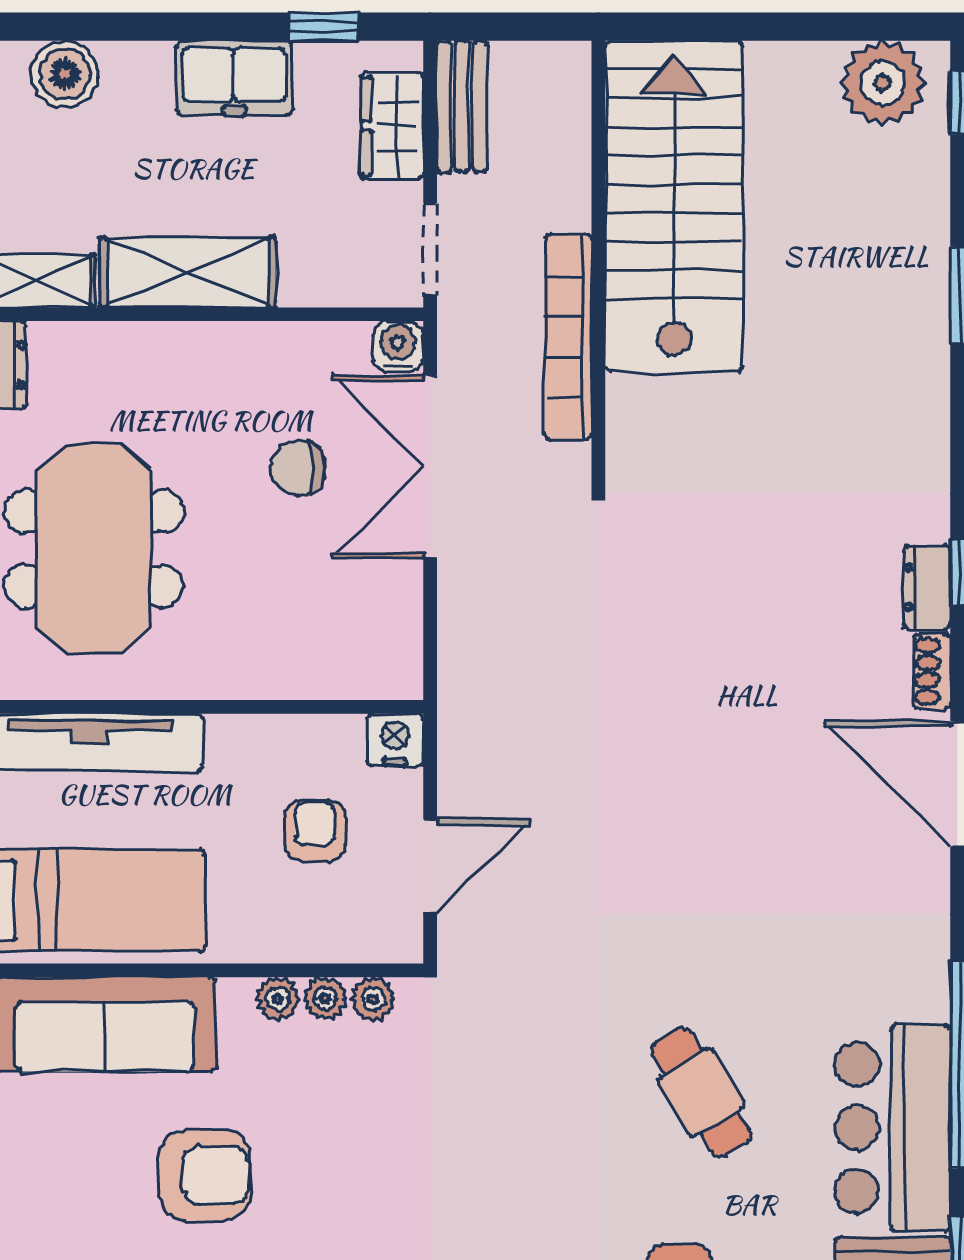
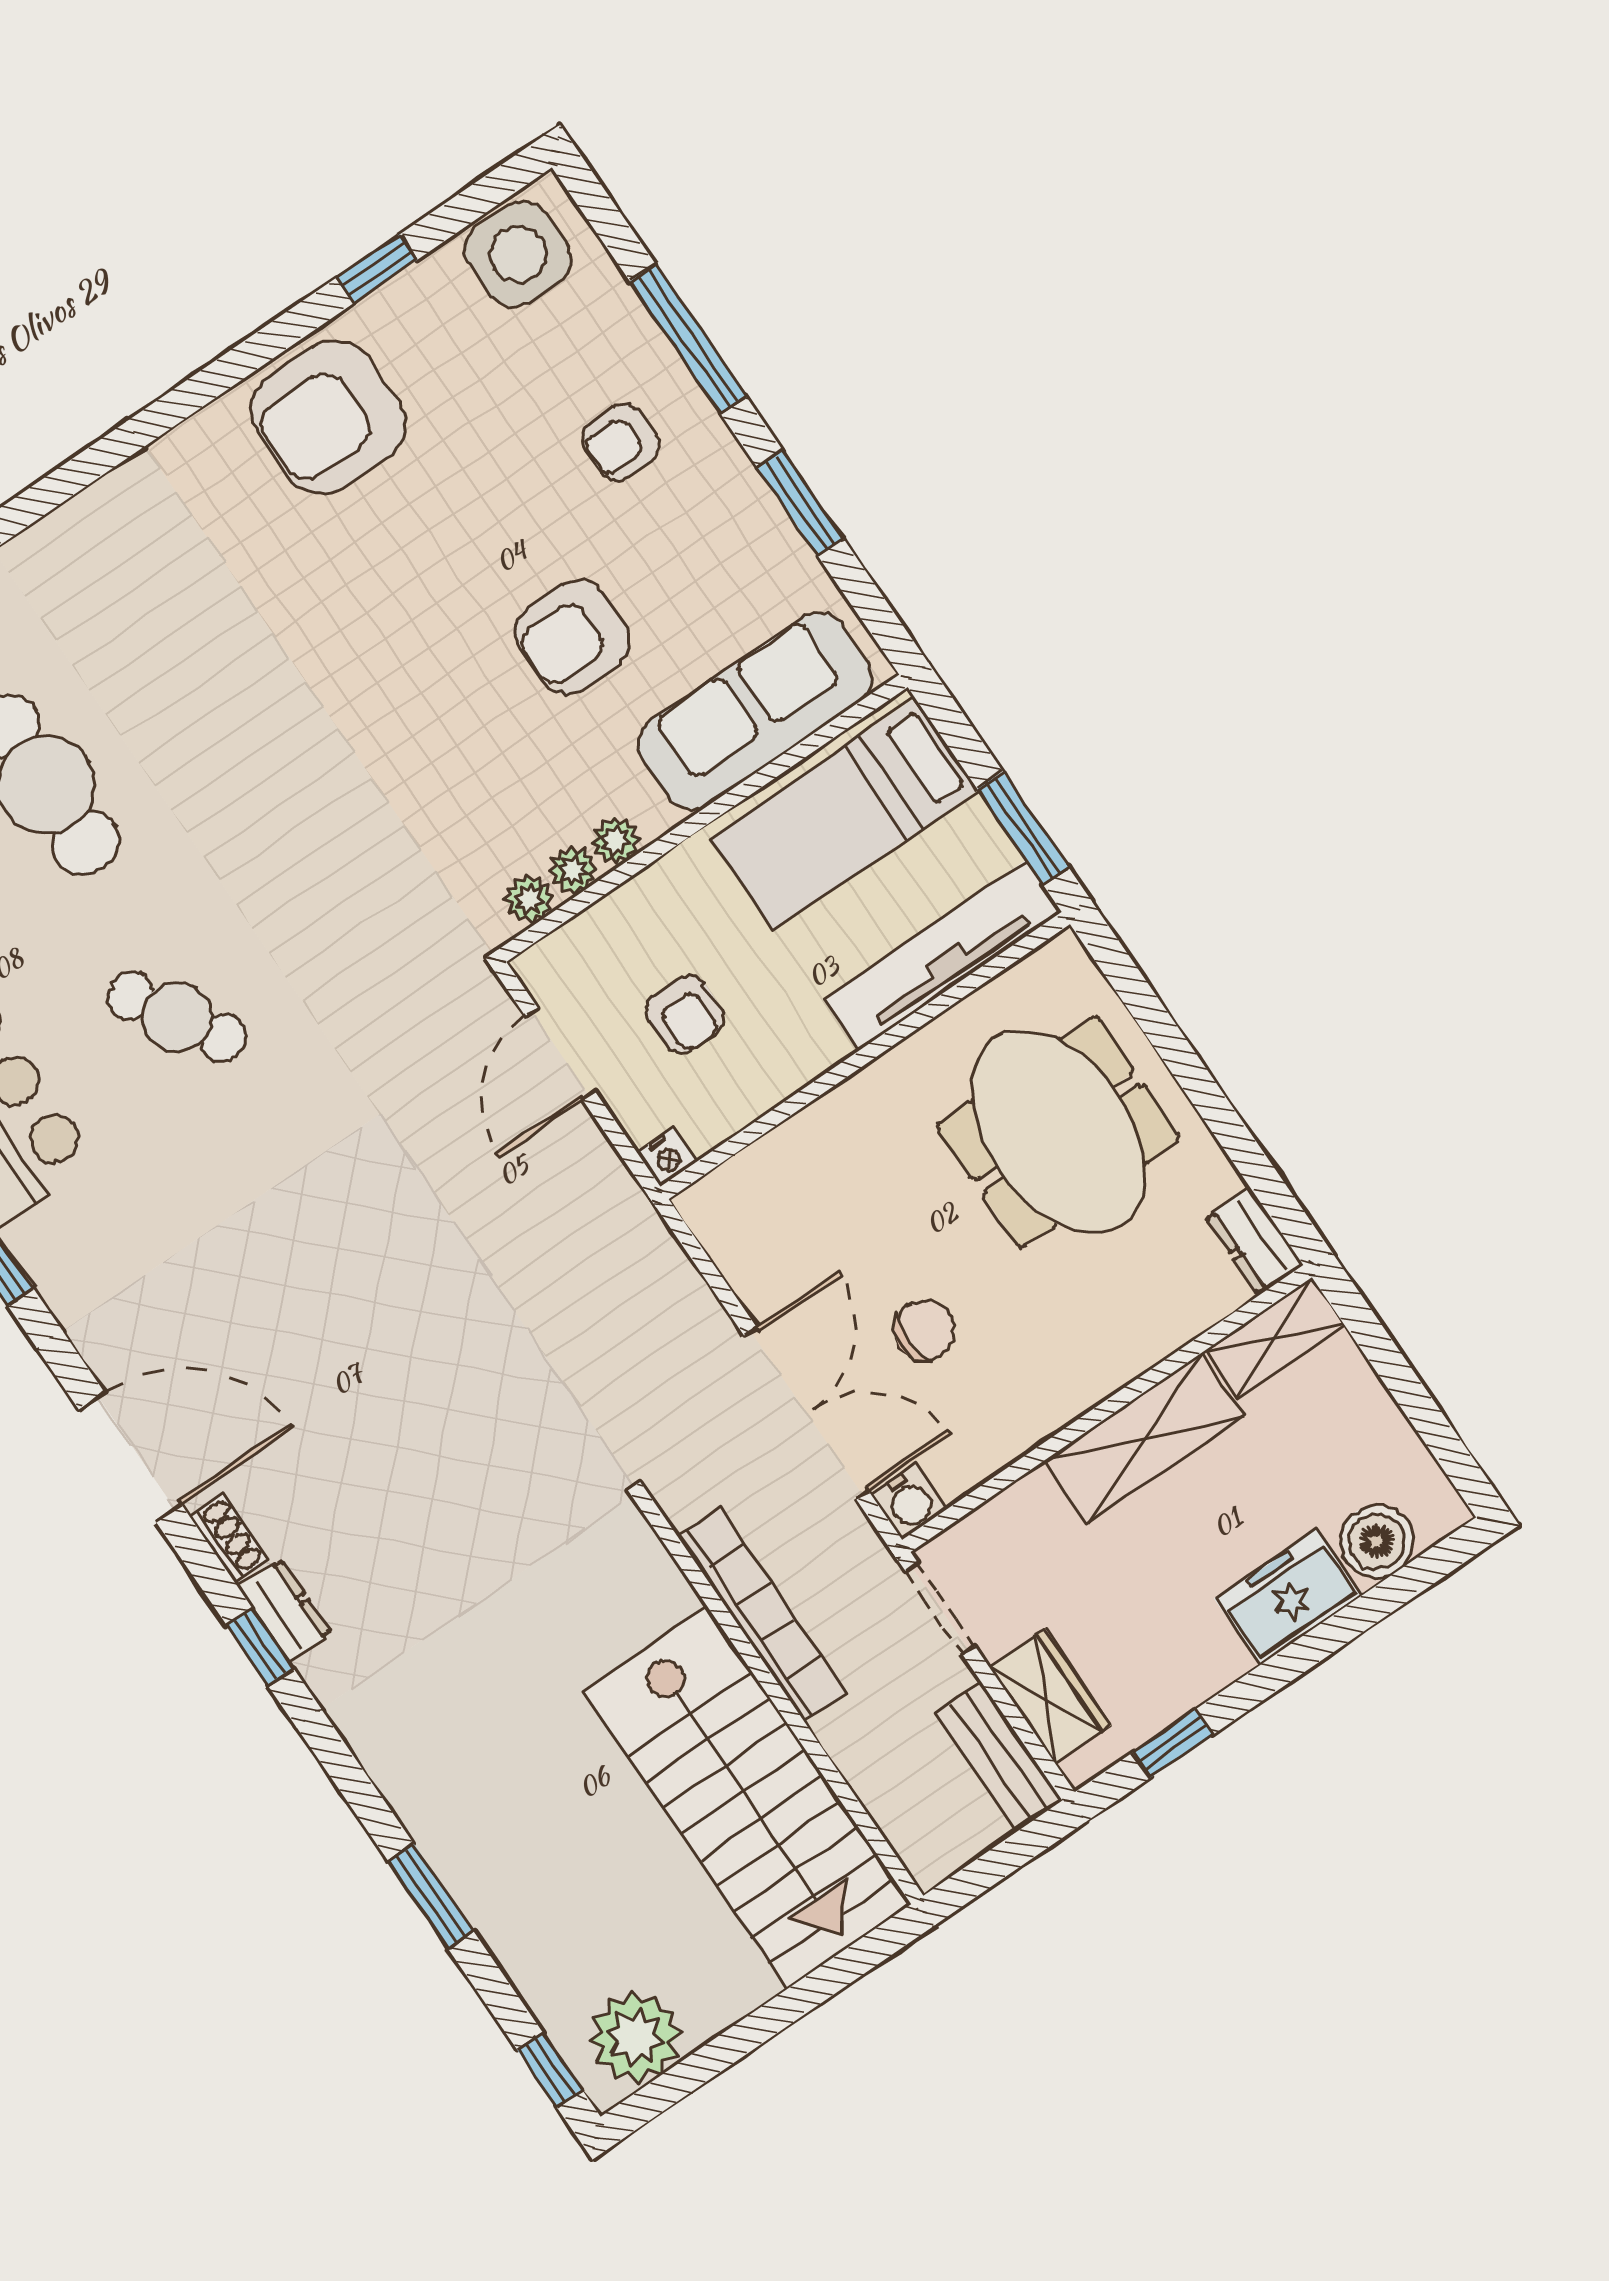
freezer: (234, 78) -> (1288, 1596), moved
nightstand: (395, 740) -> (667, 1157), width x0.72, depth x0.74

